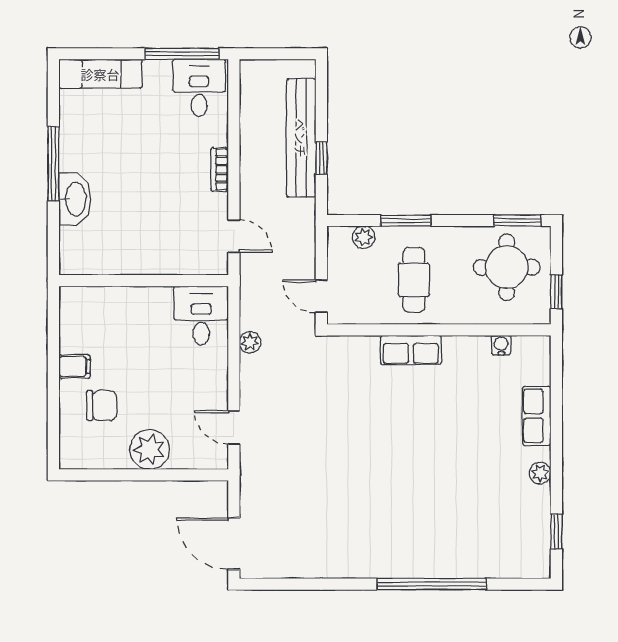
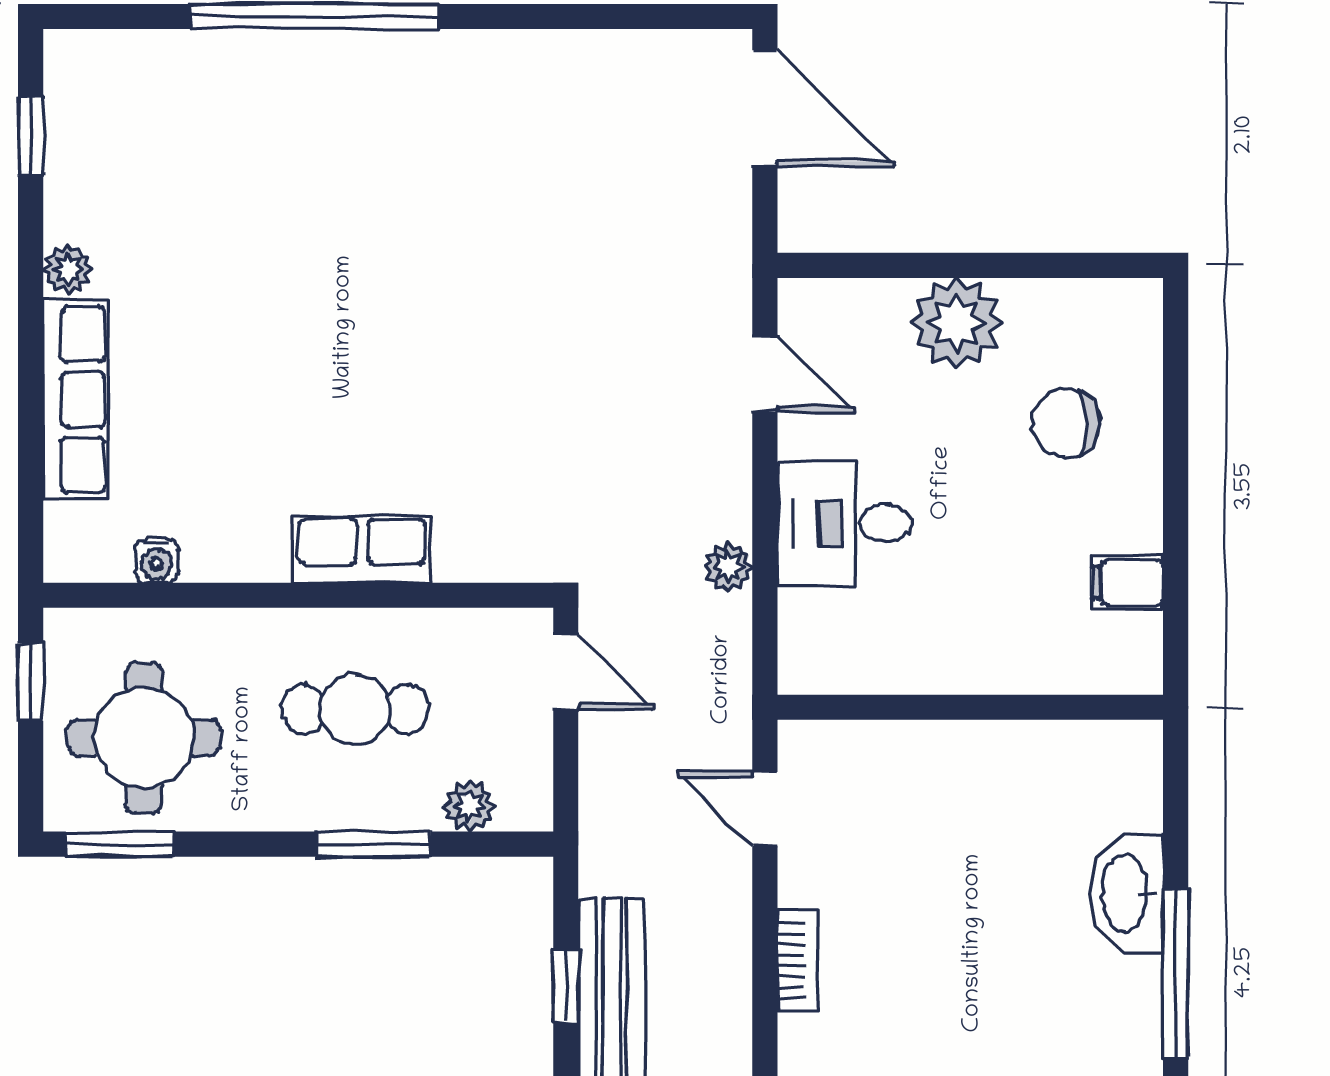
cafe table: (414, 280) -> (355, 709), turned 90
desk: (201, 316) -> (844, 523), moved, turned 90
filing cabinet: (75, 366) -> (1127, 583), moved
row of seats: (537, 416) -> (75, 399), width x1.48

